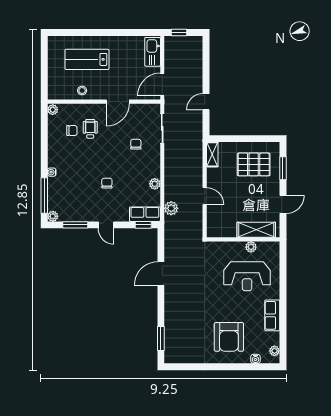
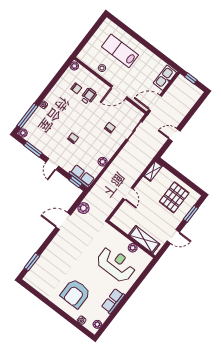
pallet: (254, 164) -> (174, 197), turned 90
plant: (171, 208) -> (83, 208), moved
reception desk: (247, 276) -> (116, 264), turned 180

